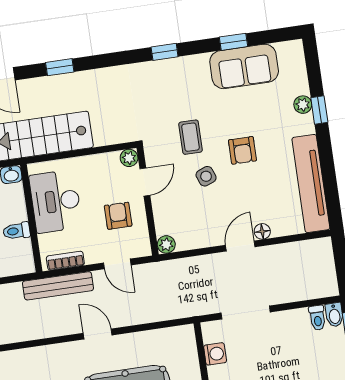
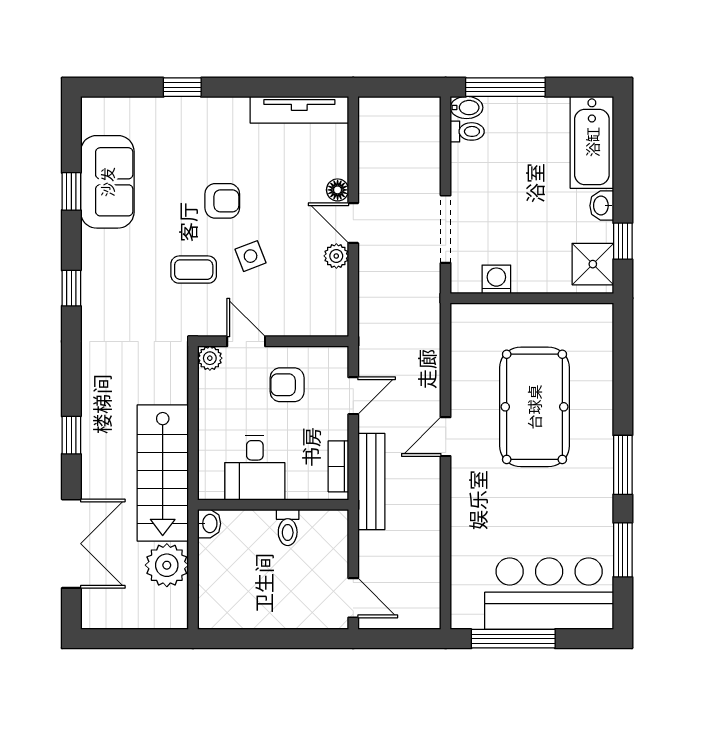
plant: (303, 105) -> (171, 109), removed
tv unit: (311, 184) -> (299, 110), width x0.73, depth x0.78
desk: (56, 201) -> (255, 468), width x0.73
plant: (166, 244) -> (336, 256), moved

